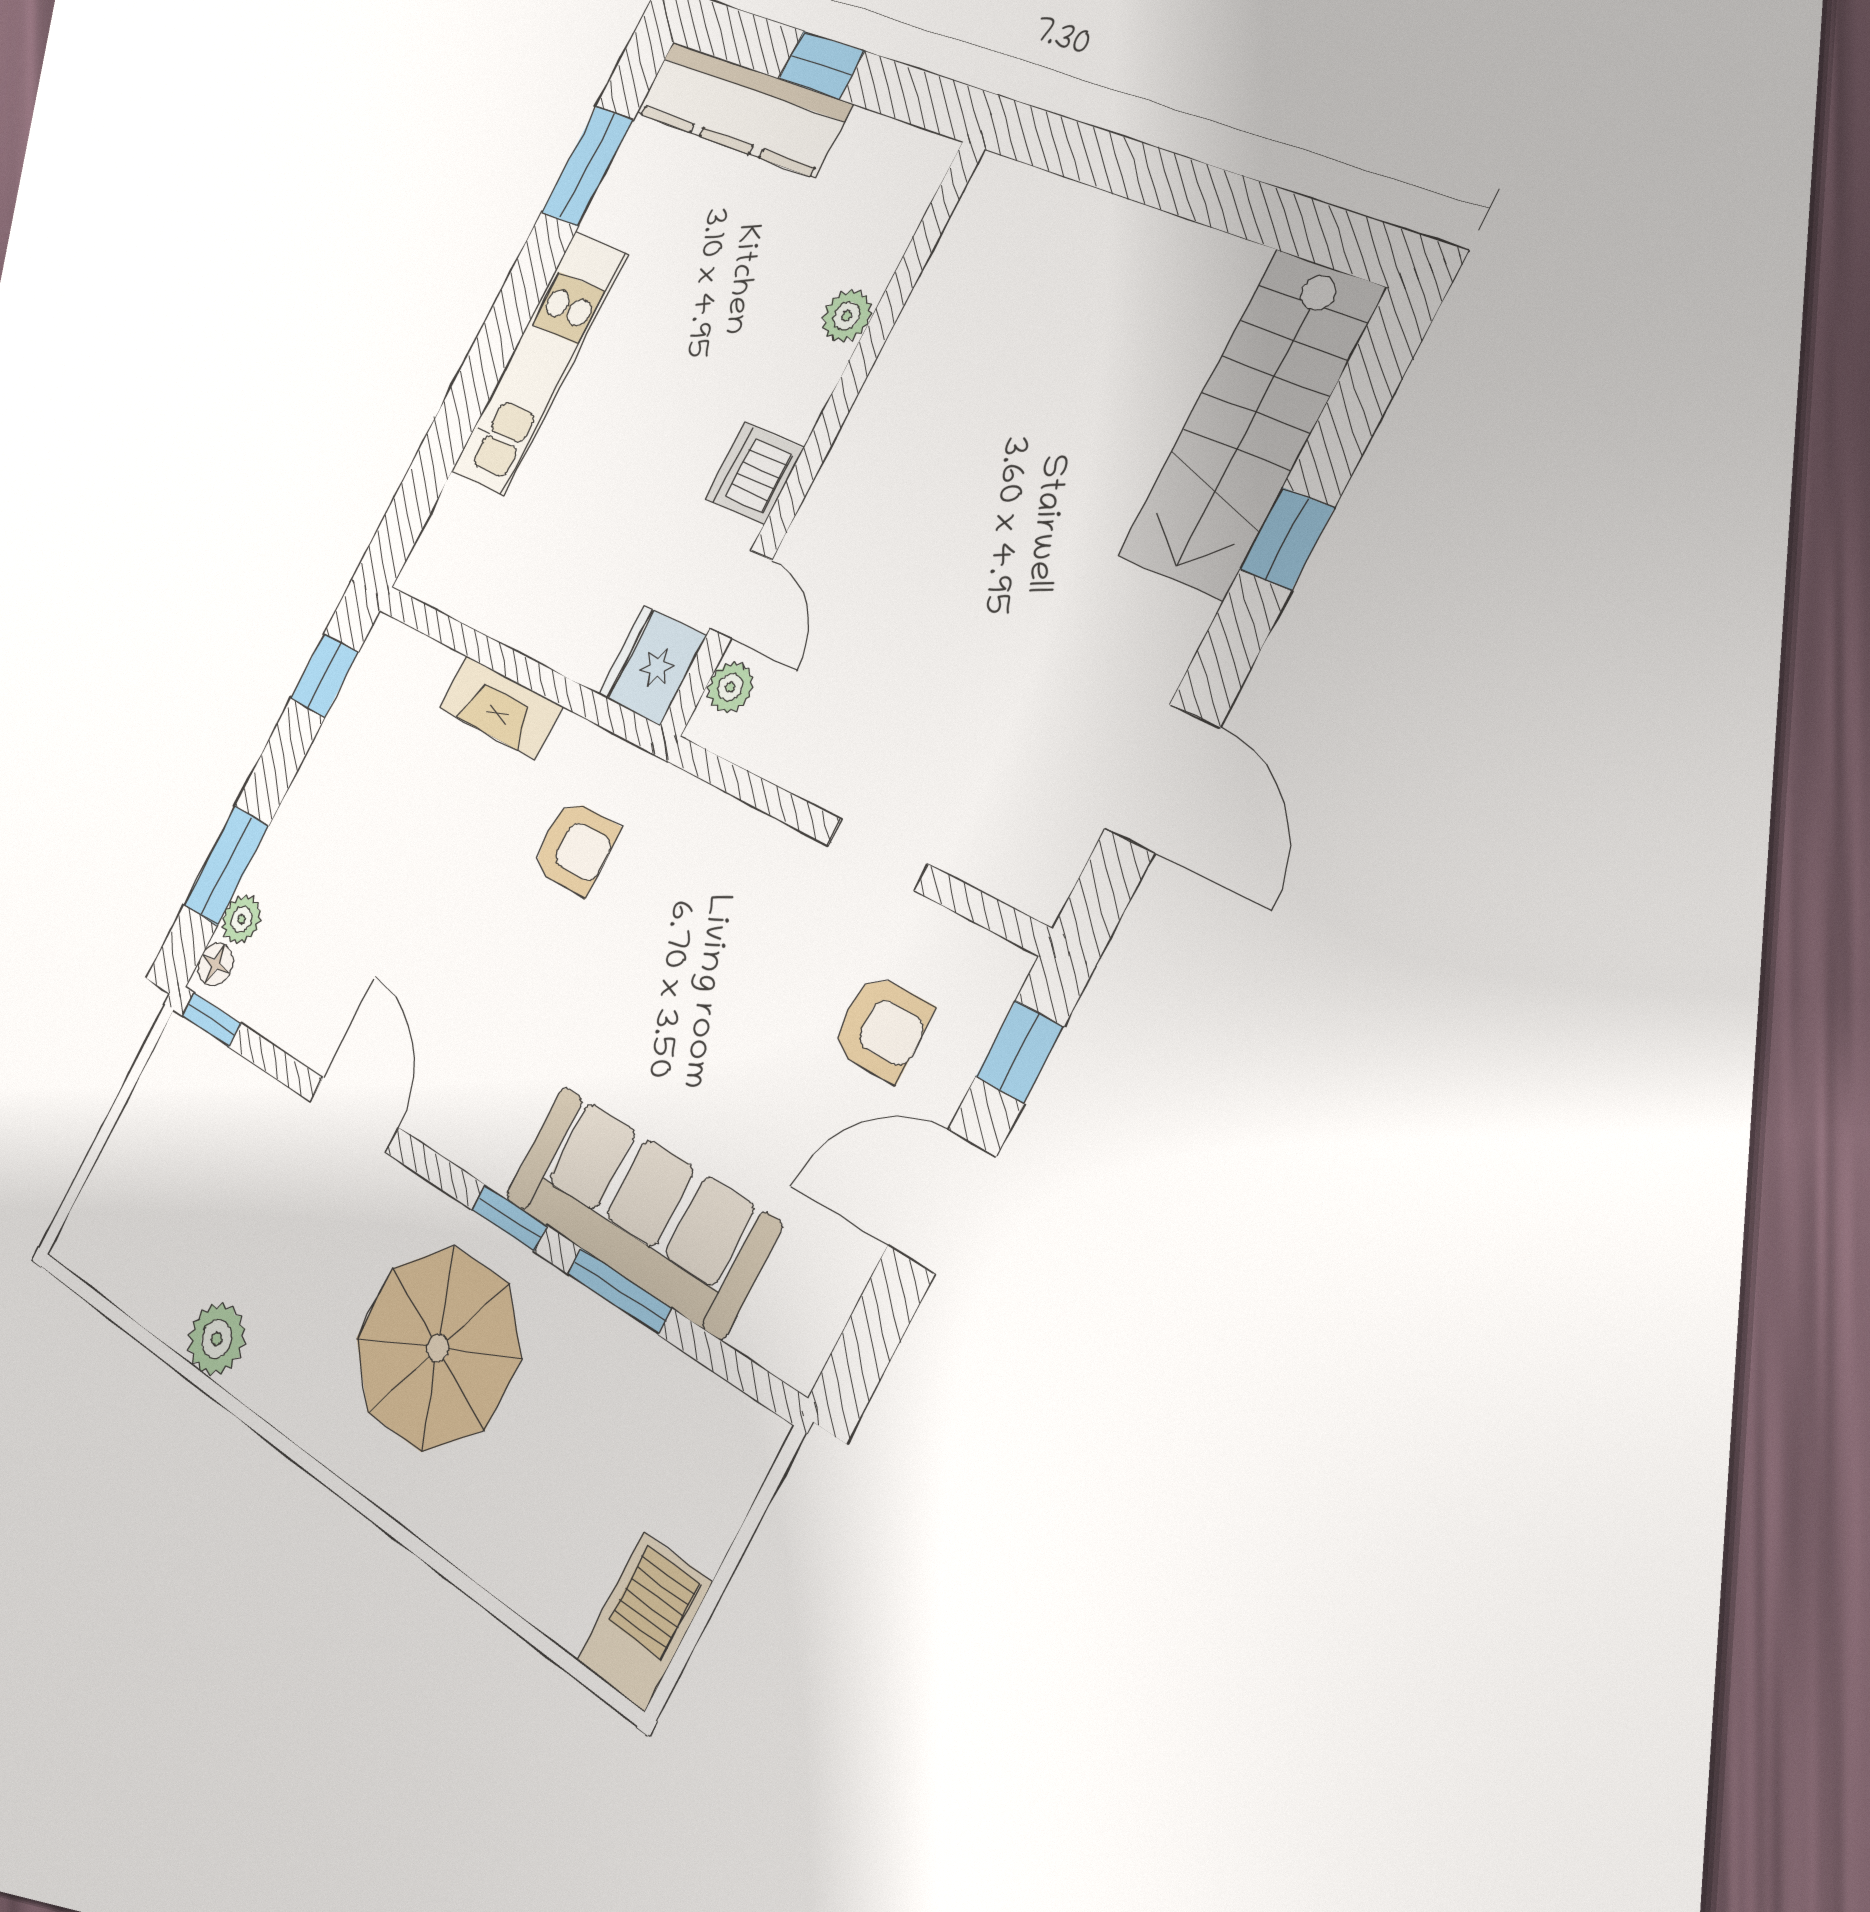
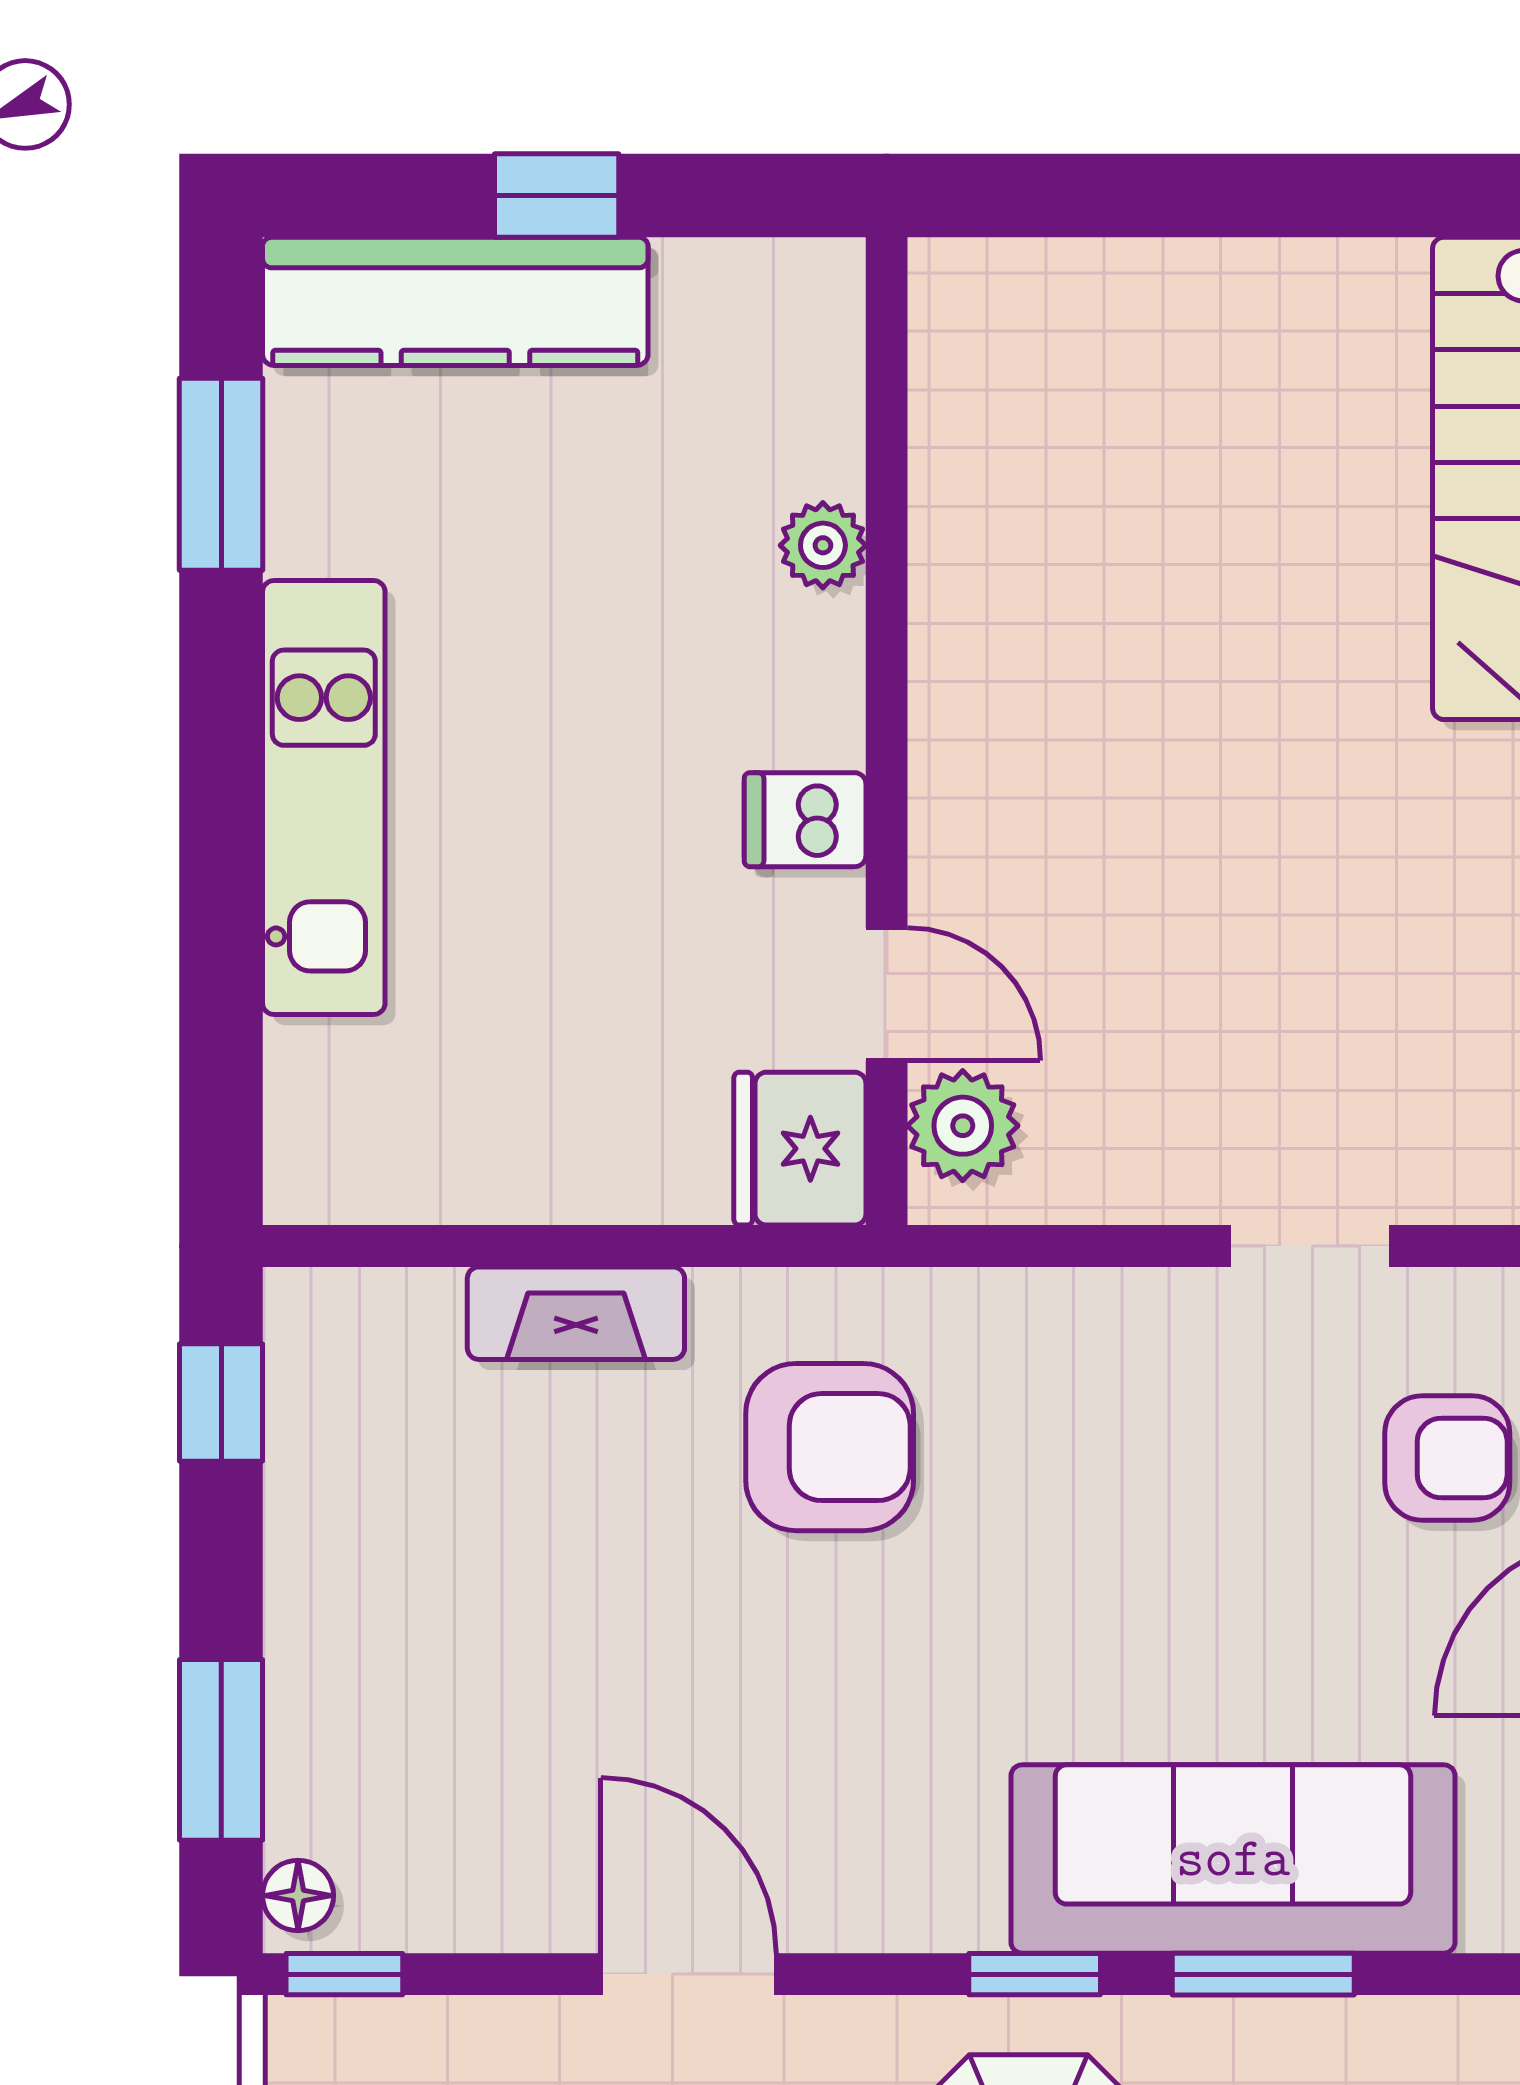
dishwasher: (754, 474) -> (805, 820), width x0.73
plant: (730, 687) -> (963, 1126), width x1.38, depth x1.38
armchair: (576, 847) -> (830, 1447), width x1.38, depth x1.38
plant: (241, 919) -> (303, 1811), removed

